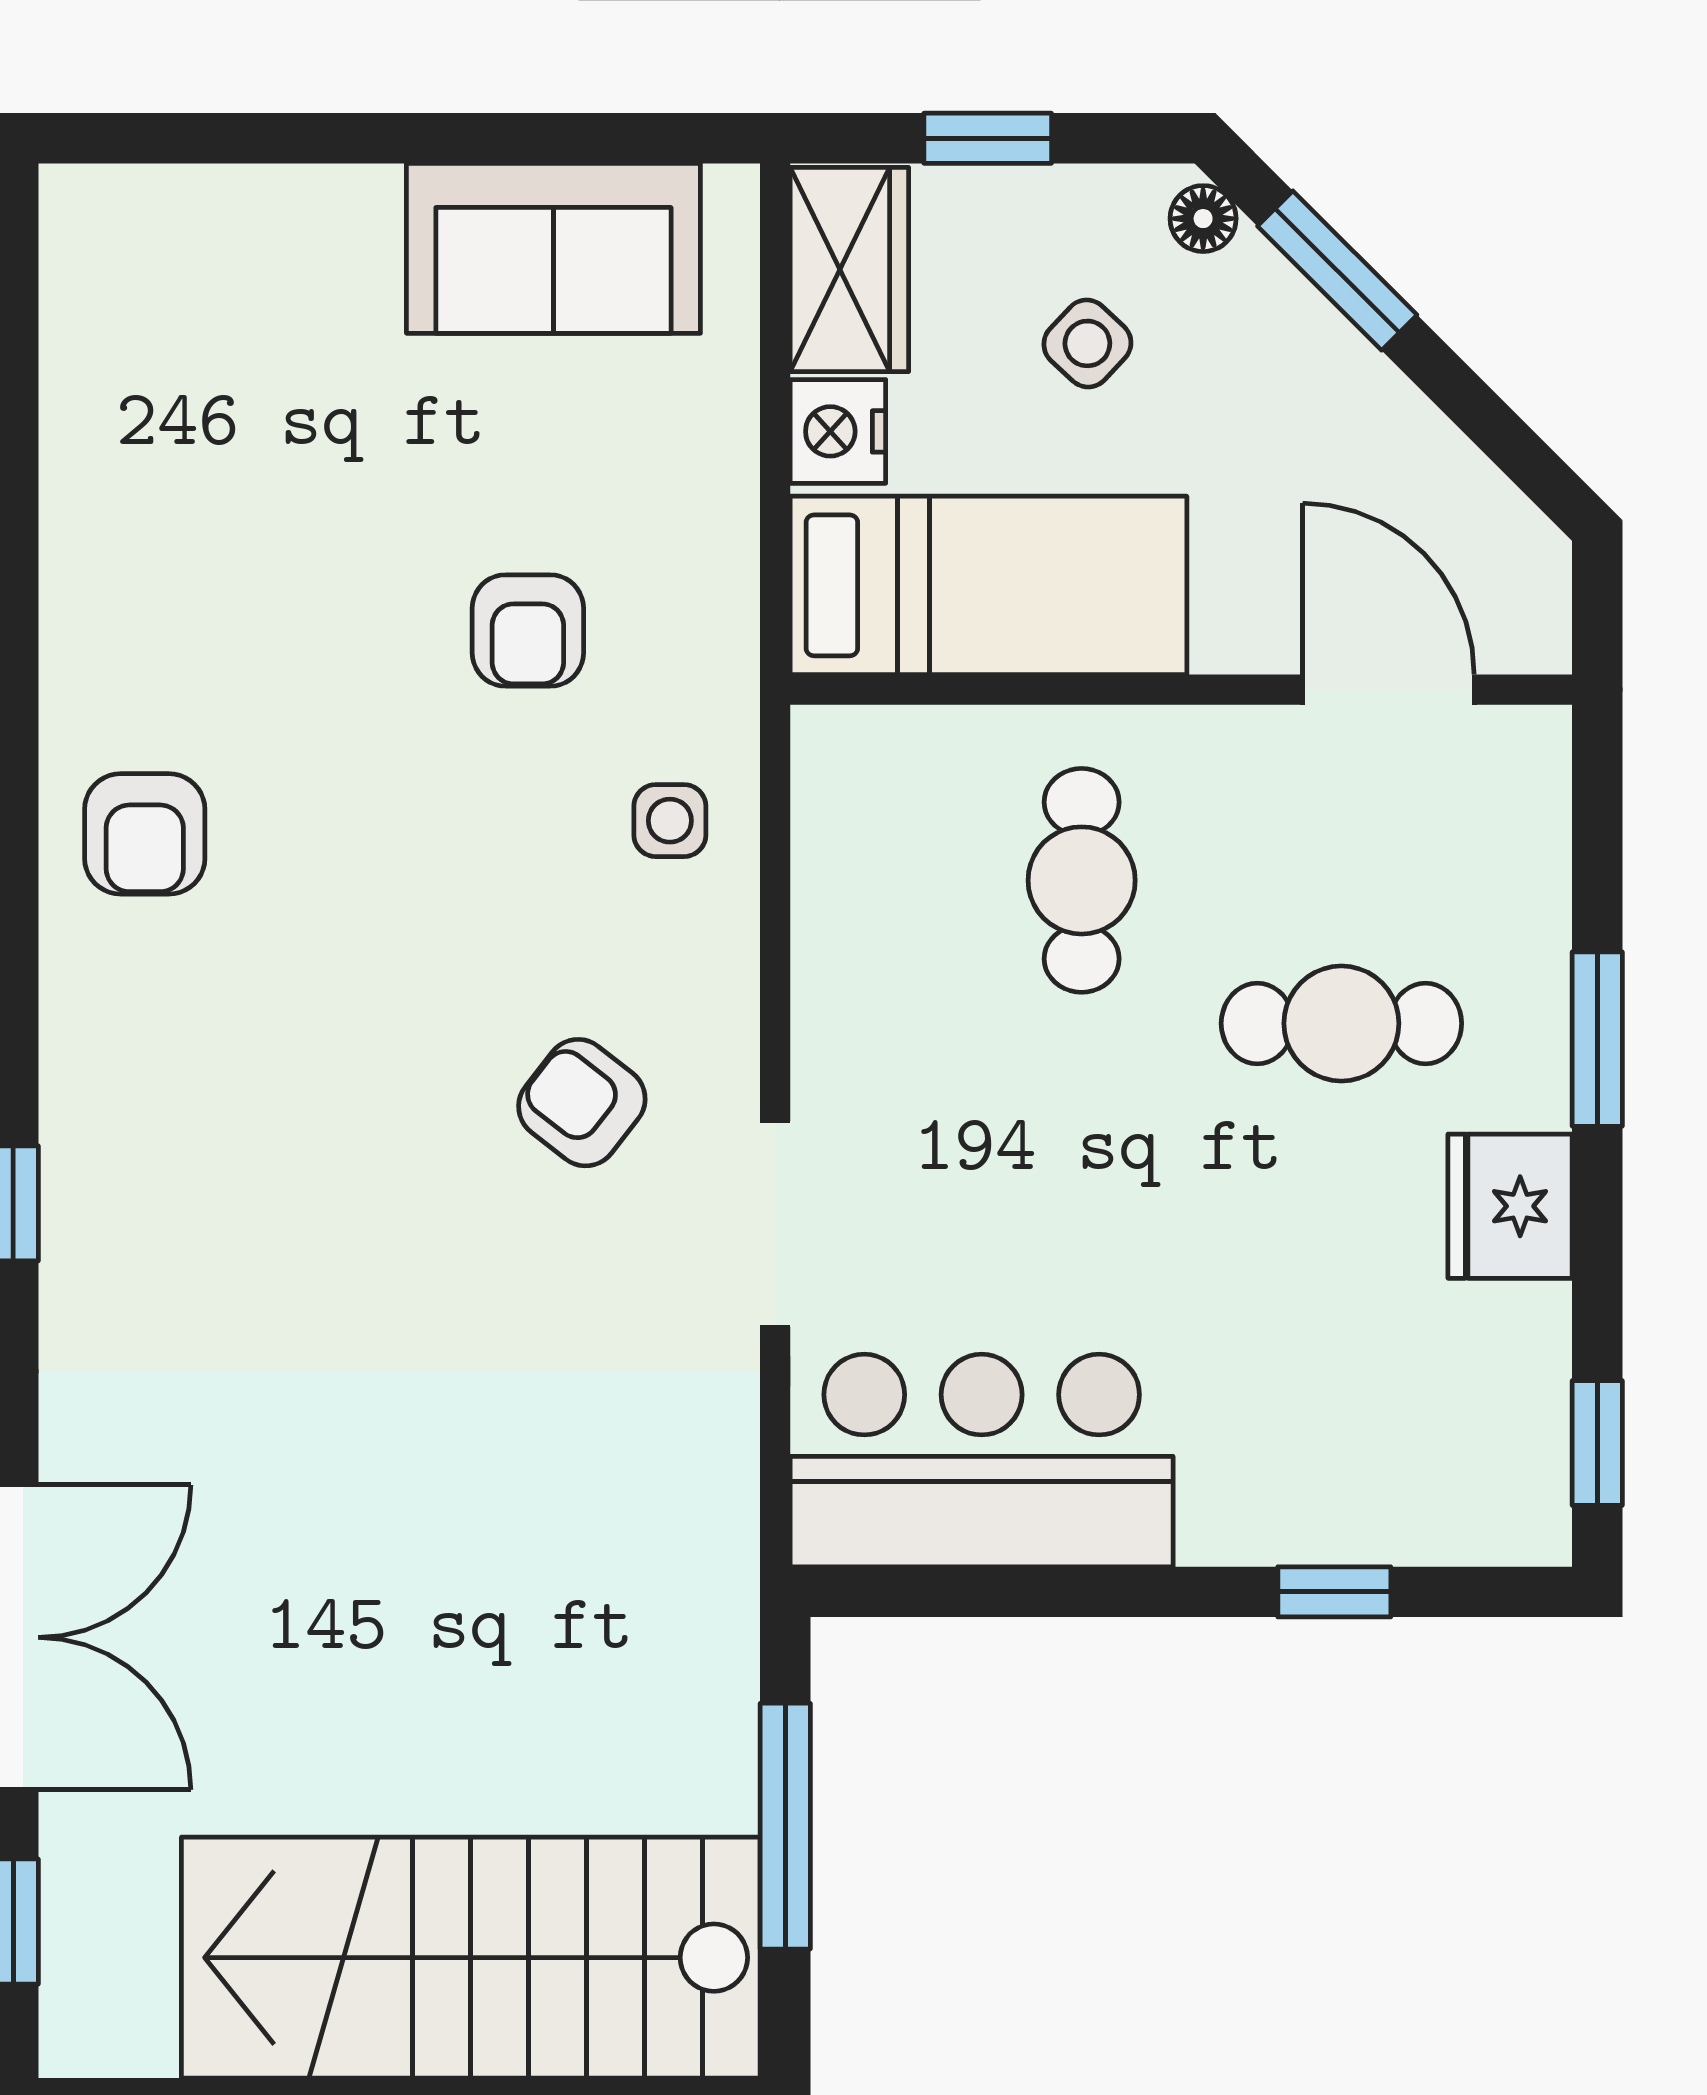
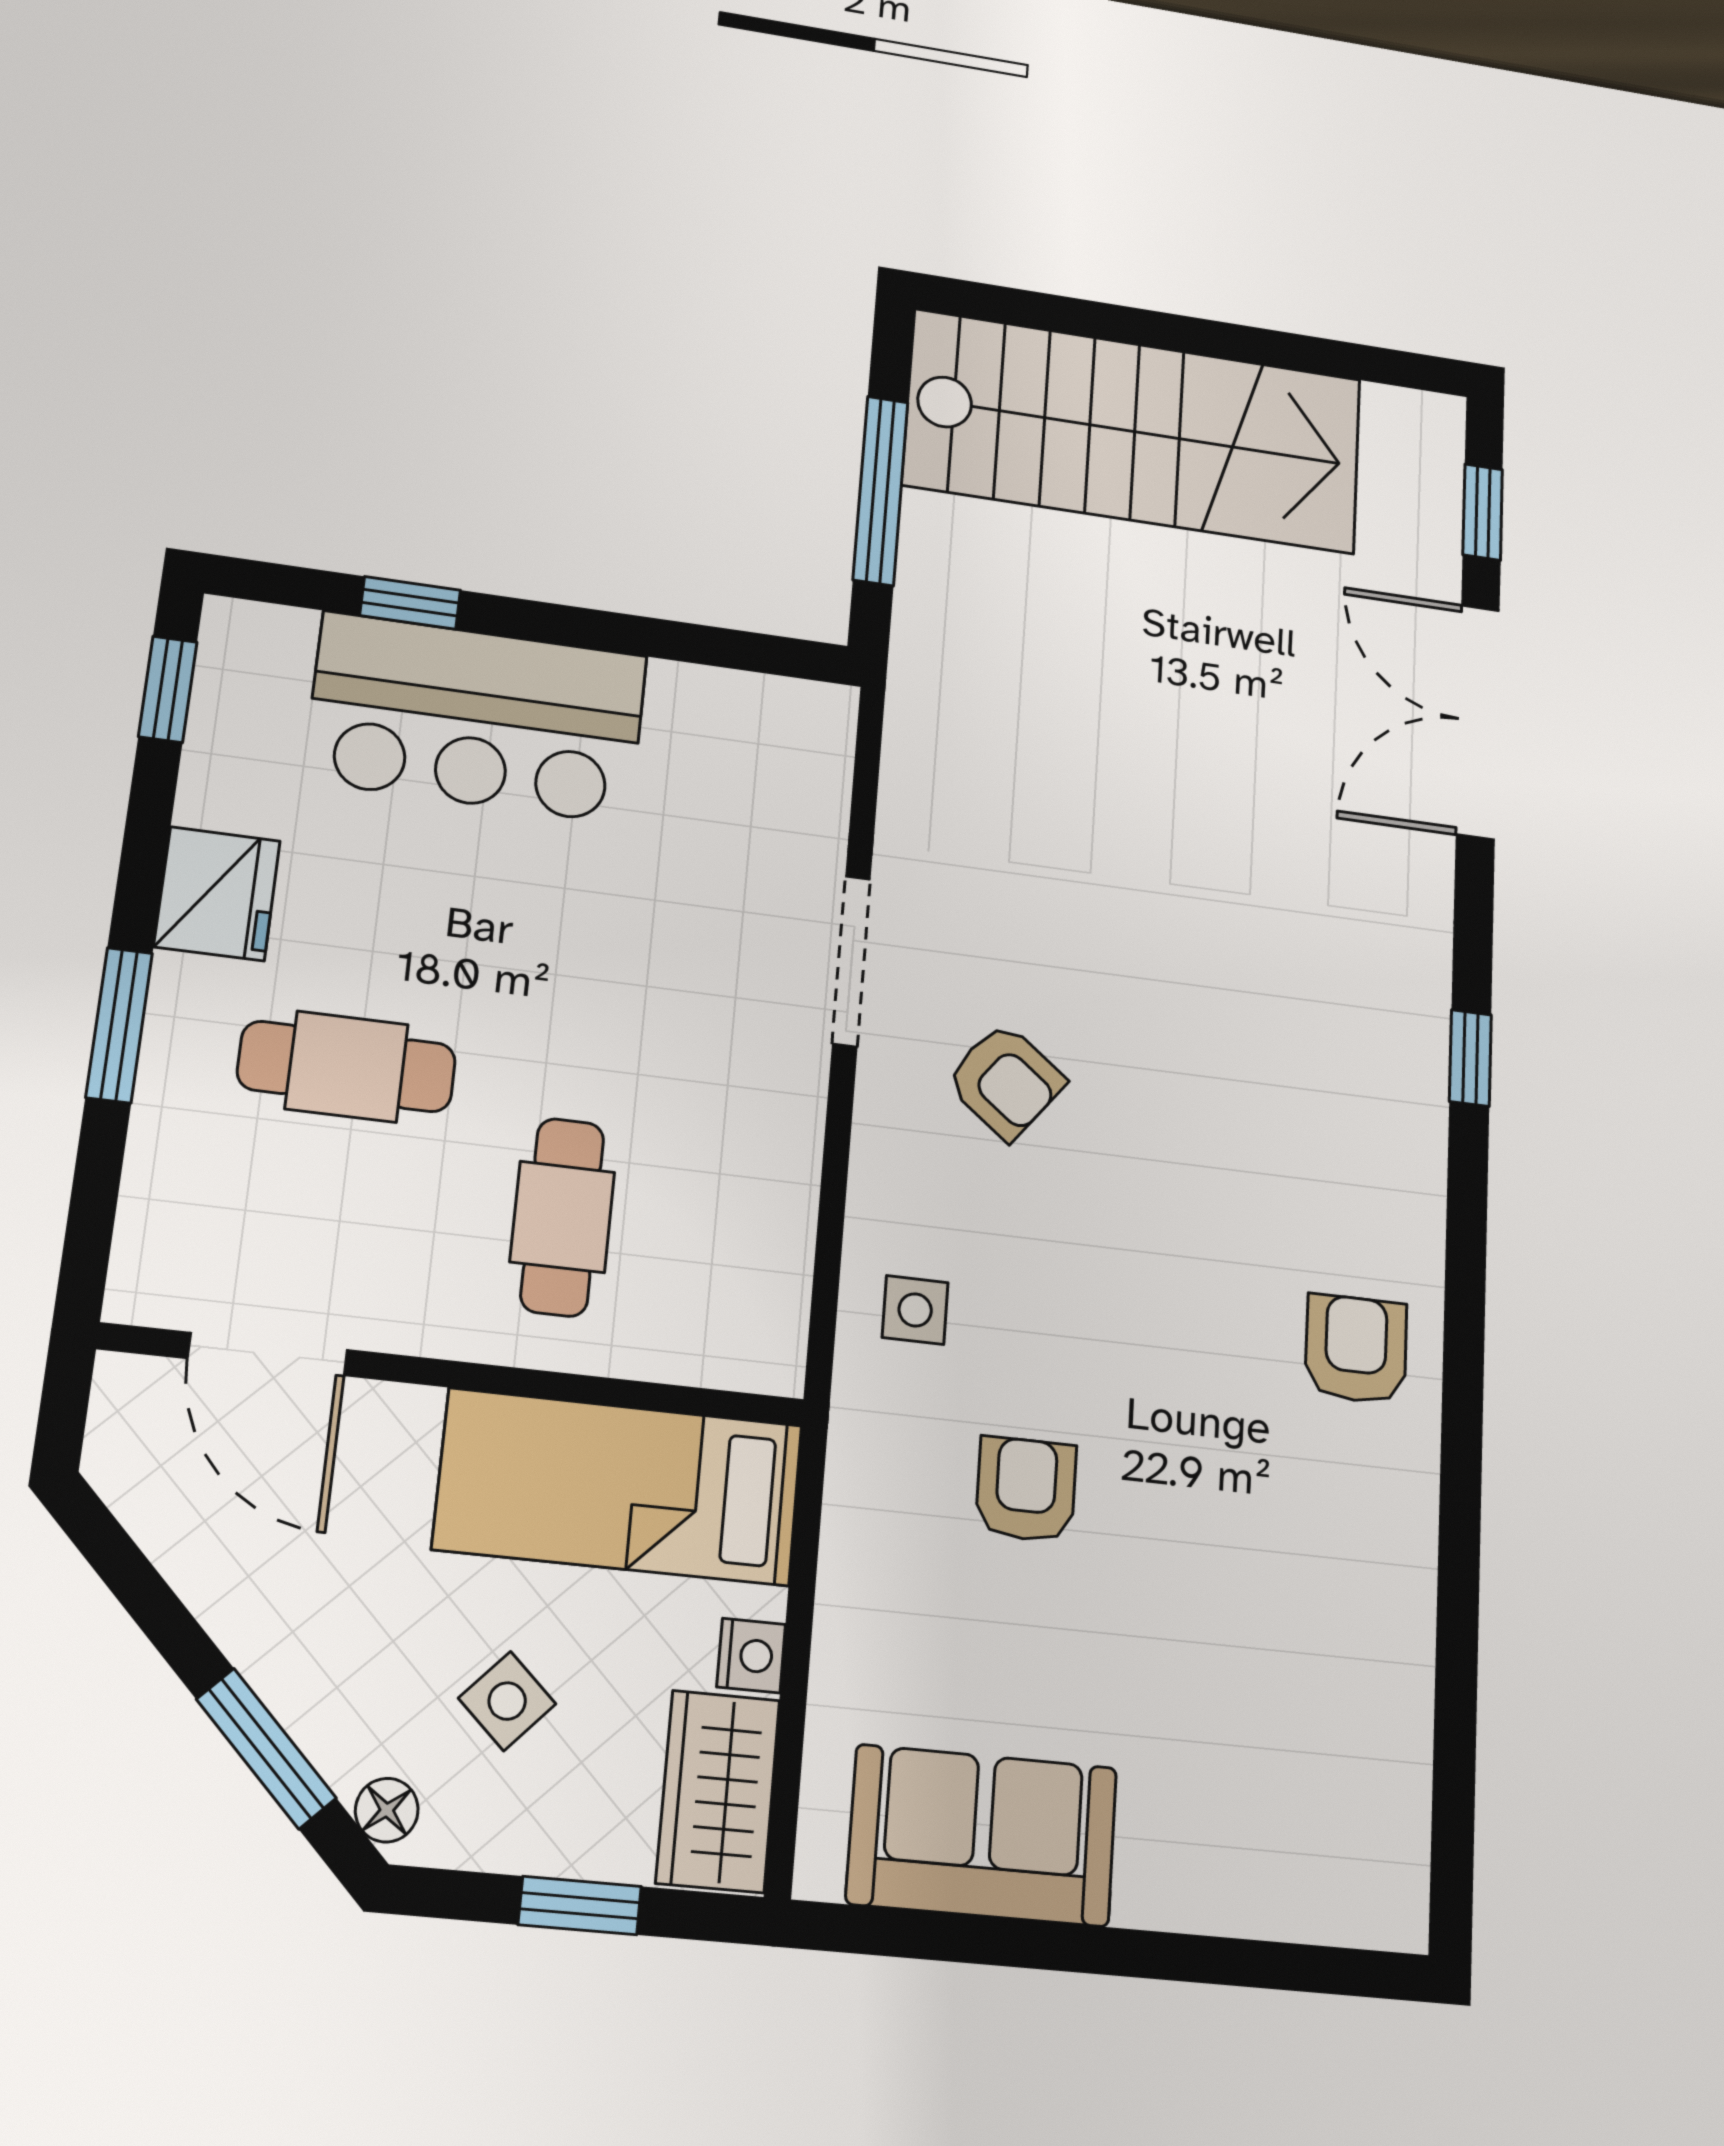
nightstand: (838, 431) -> (751, 1656), width x0.72, depth x0.74
bar counter: (982, 1461) -> (477, 718), moved

